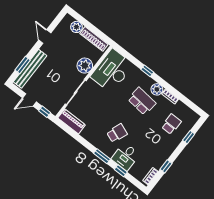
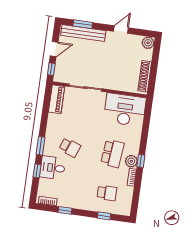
plant: (76, 27) -> (148, 43), moved
plant: (85, 66) -> (115, 82), removed
window: (147, 71) -> (141, 161), moved
door: (29, 100) -> (54, 49), swing flipped

